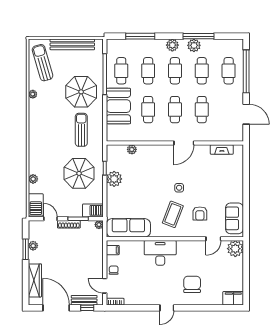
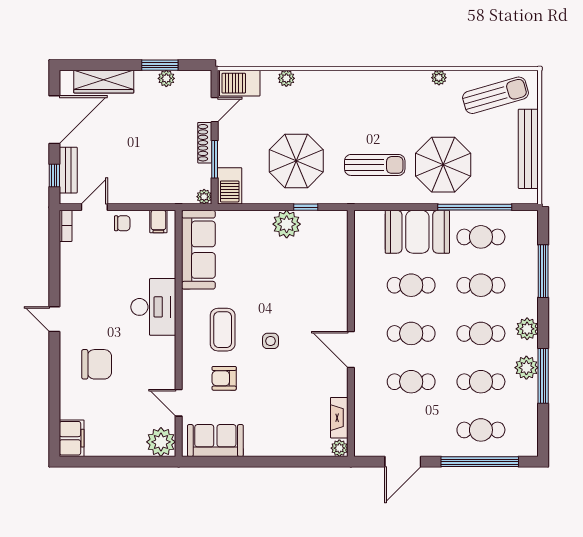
plant: (132, 149) -> (339, 448), moved
coffee table: (173, 214) -> (223, 330), turned 69

